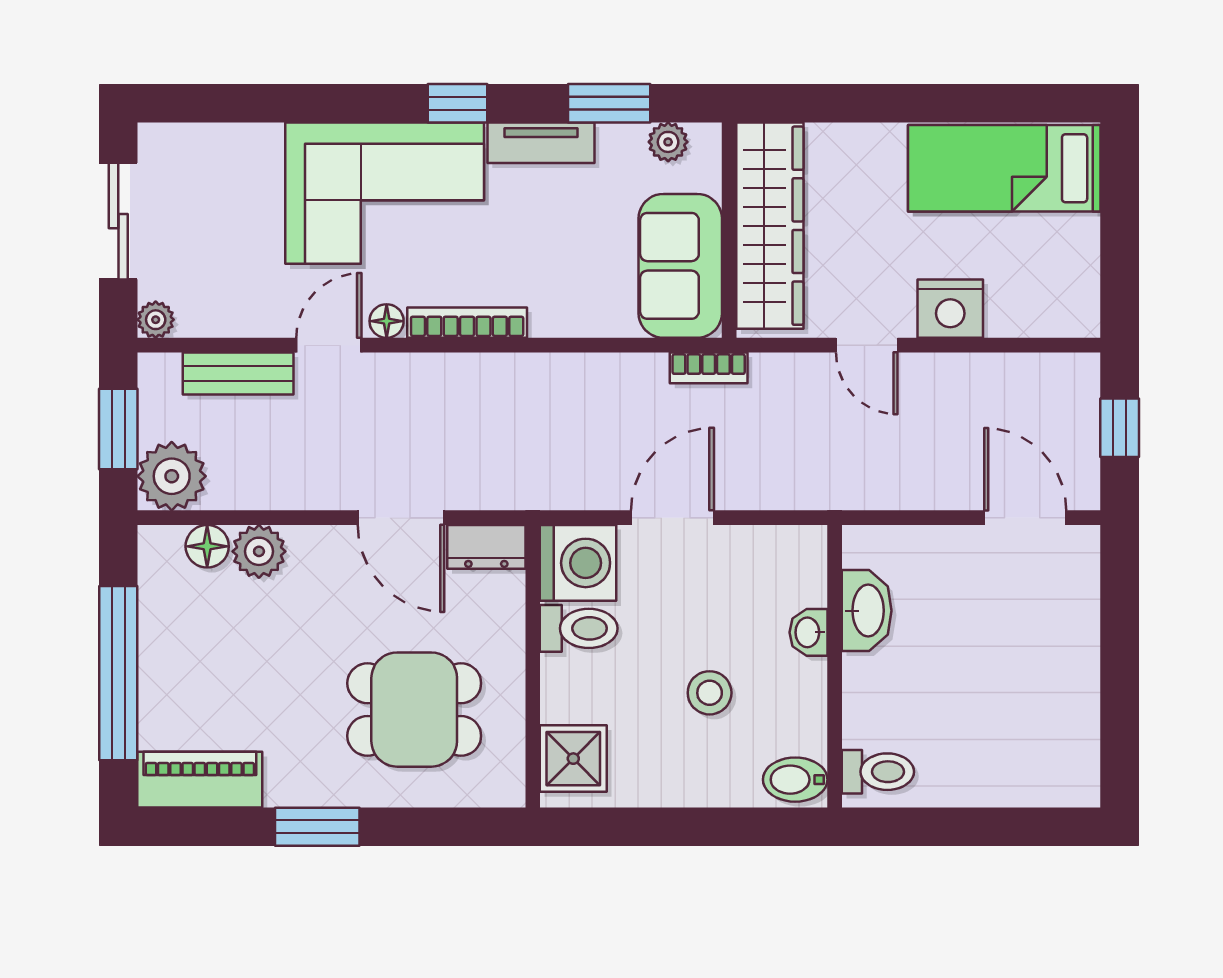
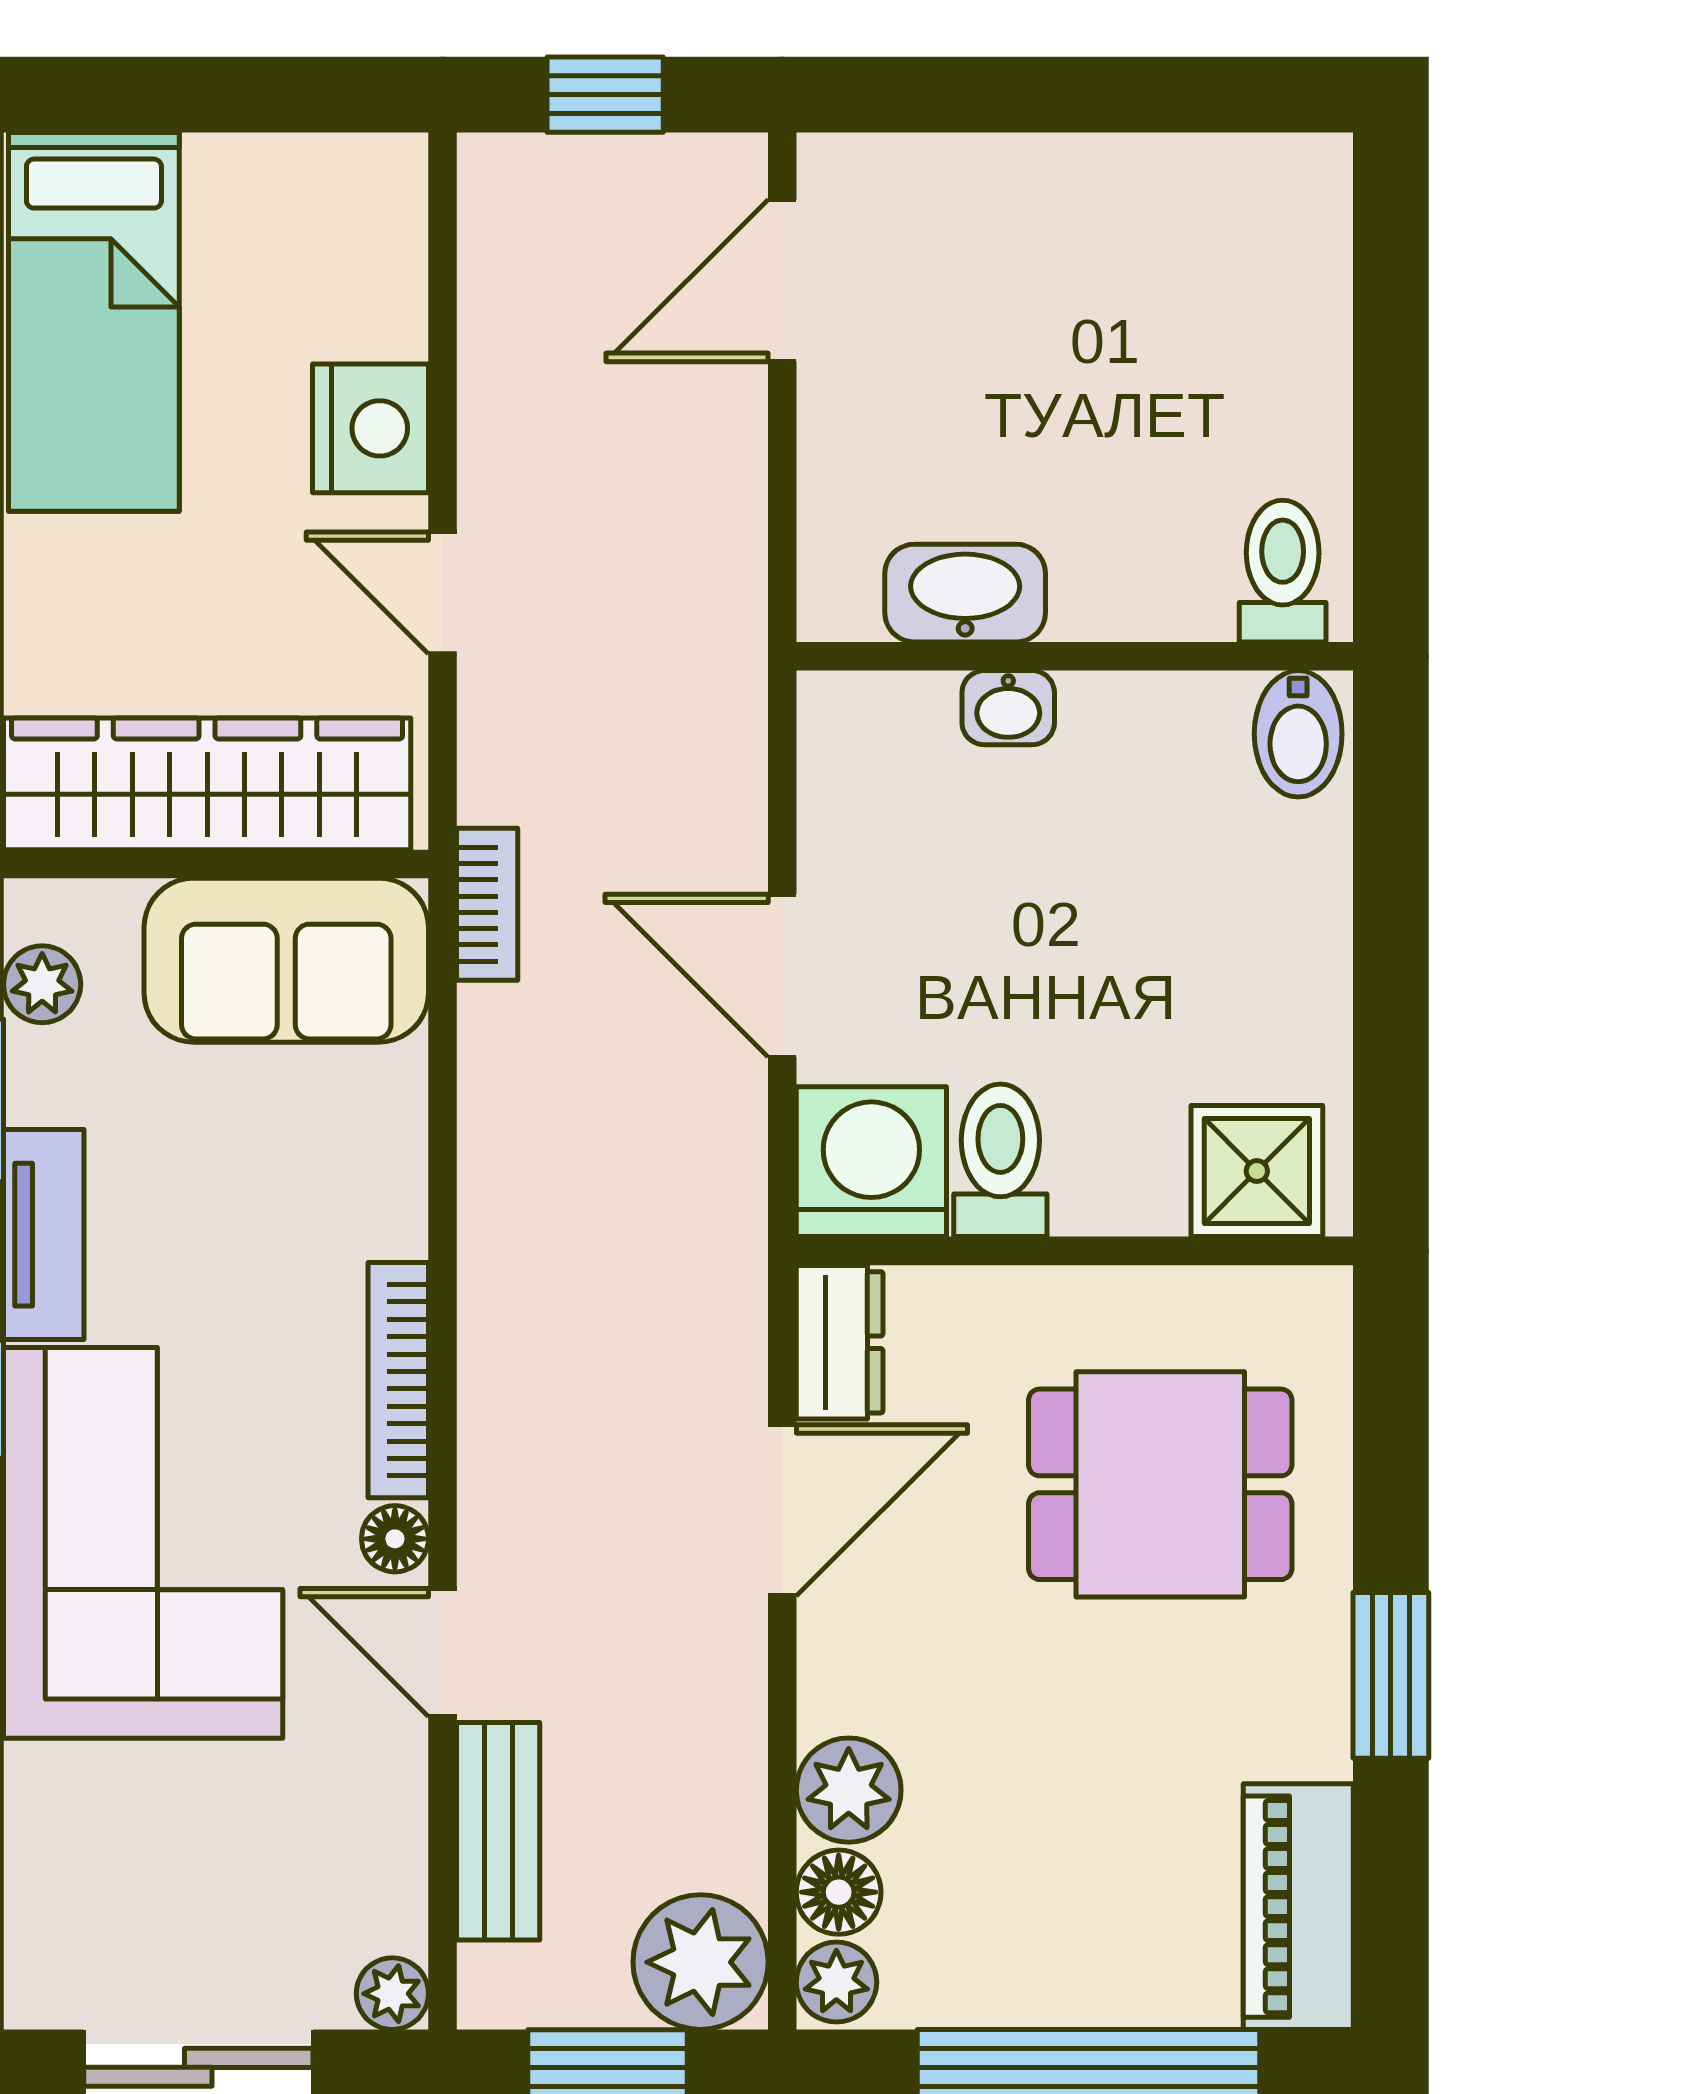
door: (867, 345) -> (442, 593), swing flipped
plant: (162, 545) -> (836, 1982), added
stool: (710, 693) -> (1127, 903), removed
dining table: (414, 710) -> (1160, 1484), turned 90

